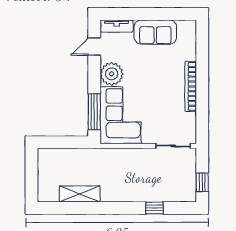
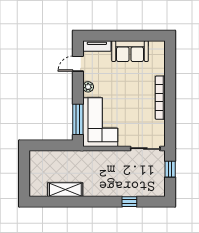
plant: (112, 74) -> (88, 87), width x0.53, depth x0.53
window: (202, 182) -> (170, 169), moved

